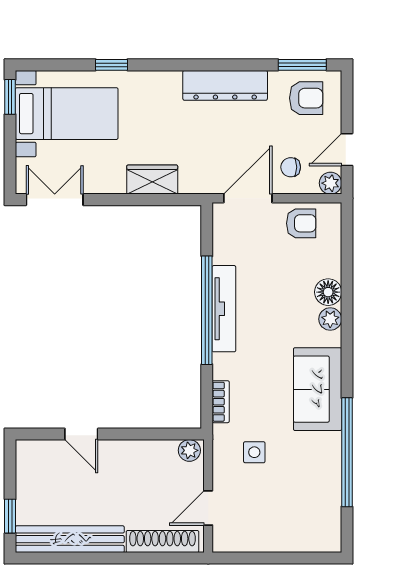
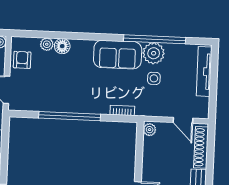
tv unit: (224, 309) -> (204, 71), moved, turned -90
plant: (330, 319) -> (47, 44), moved
side table: (254, 452) -> (154, 78), moved
plant: (323, 452) -> (154, 53), added

